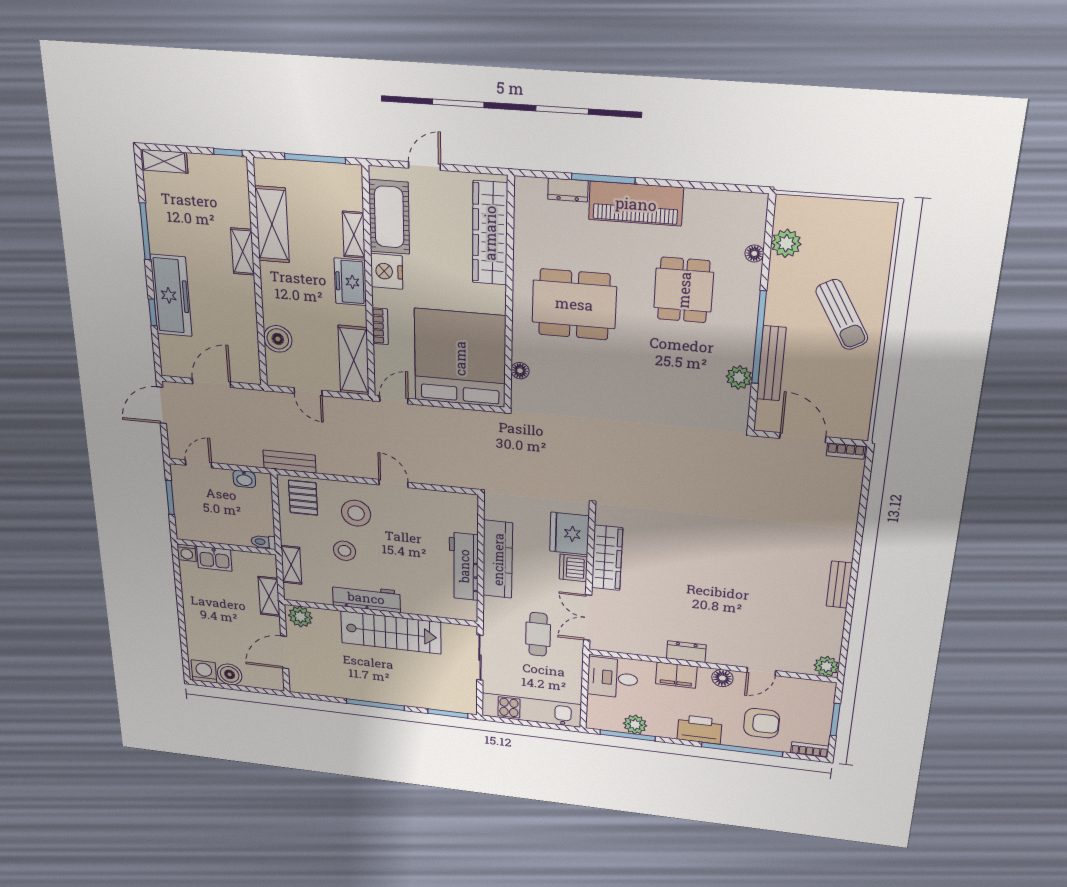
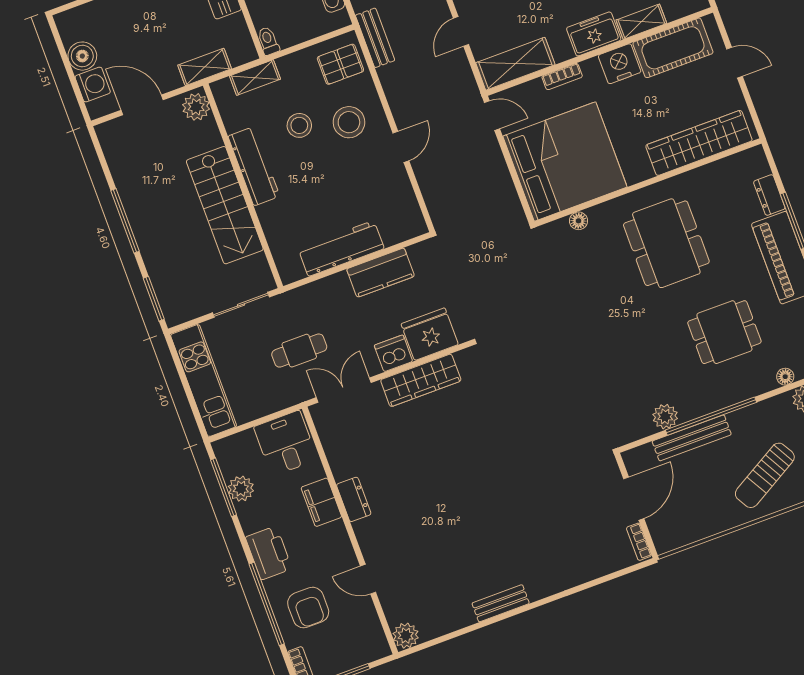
kitchen counter: (498, 559) -> (381, 273), width x0.67
washing machine: (204, 671) -> (93, 85), moved
floor lamp: (722, 678) -> (341, 547), removed

